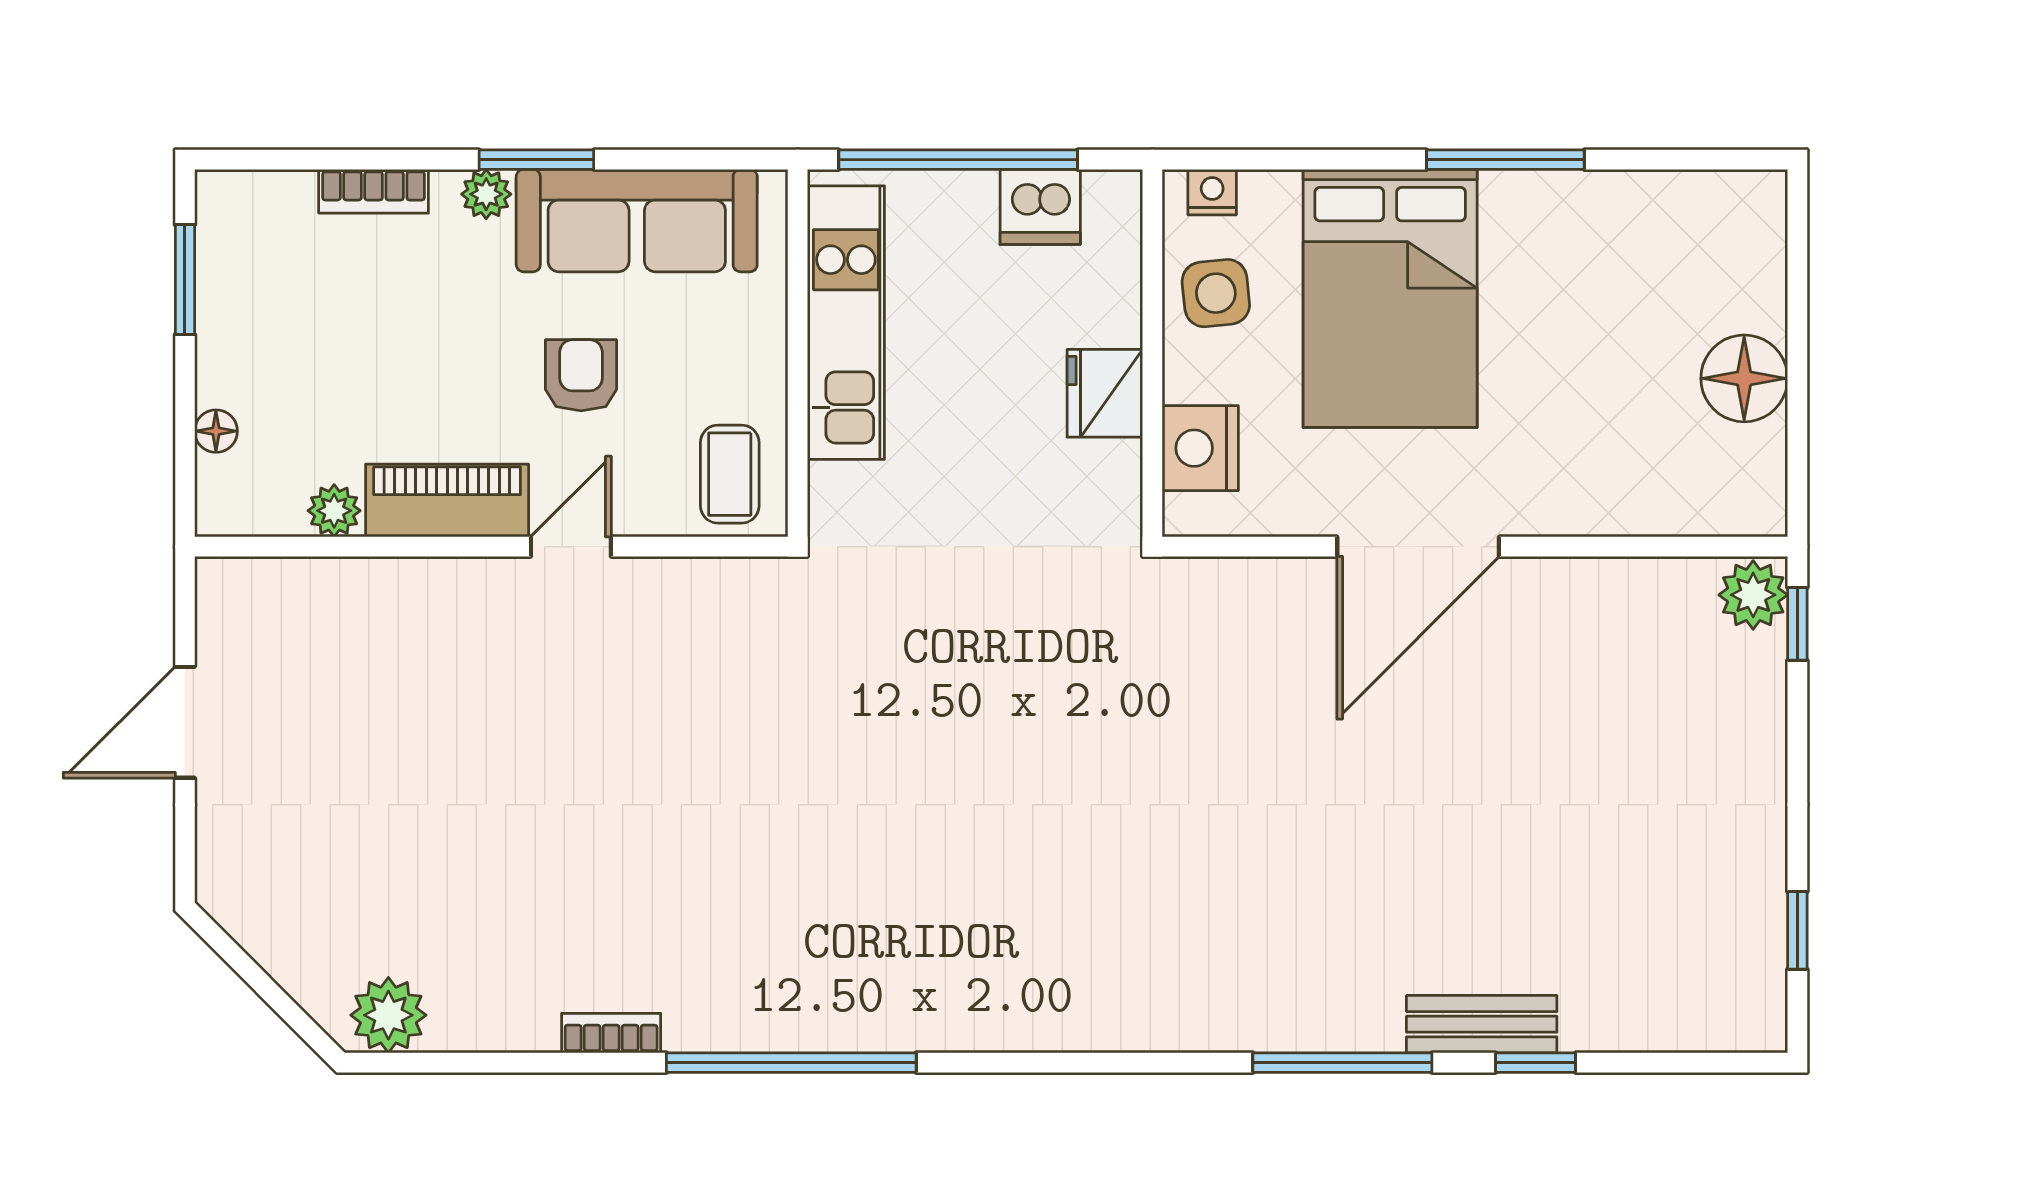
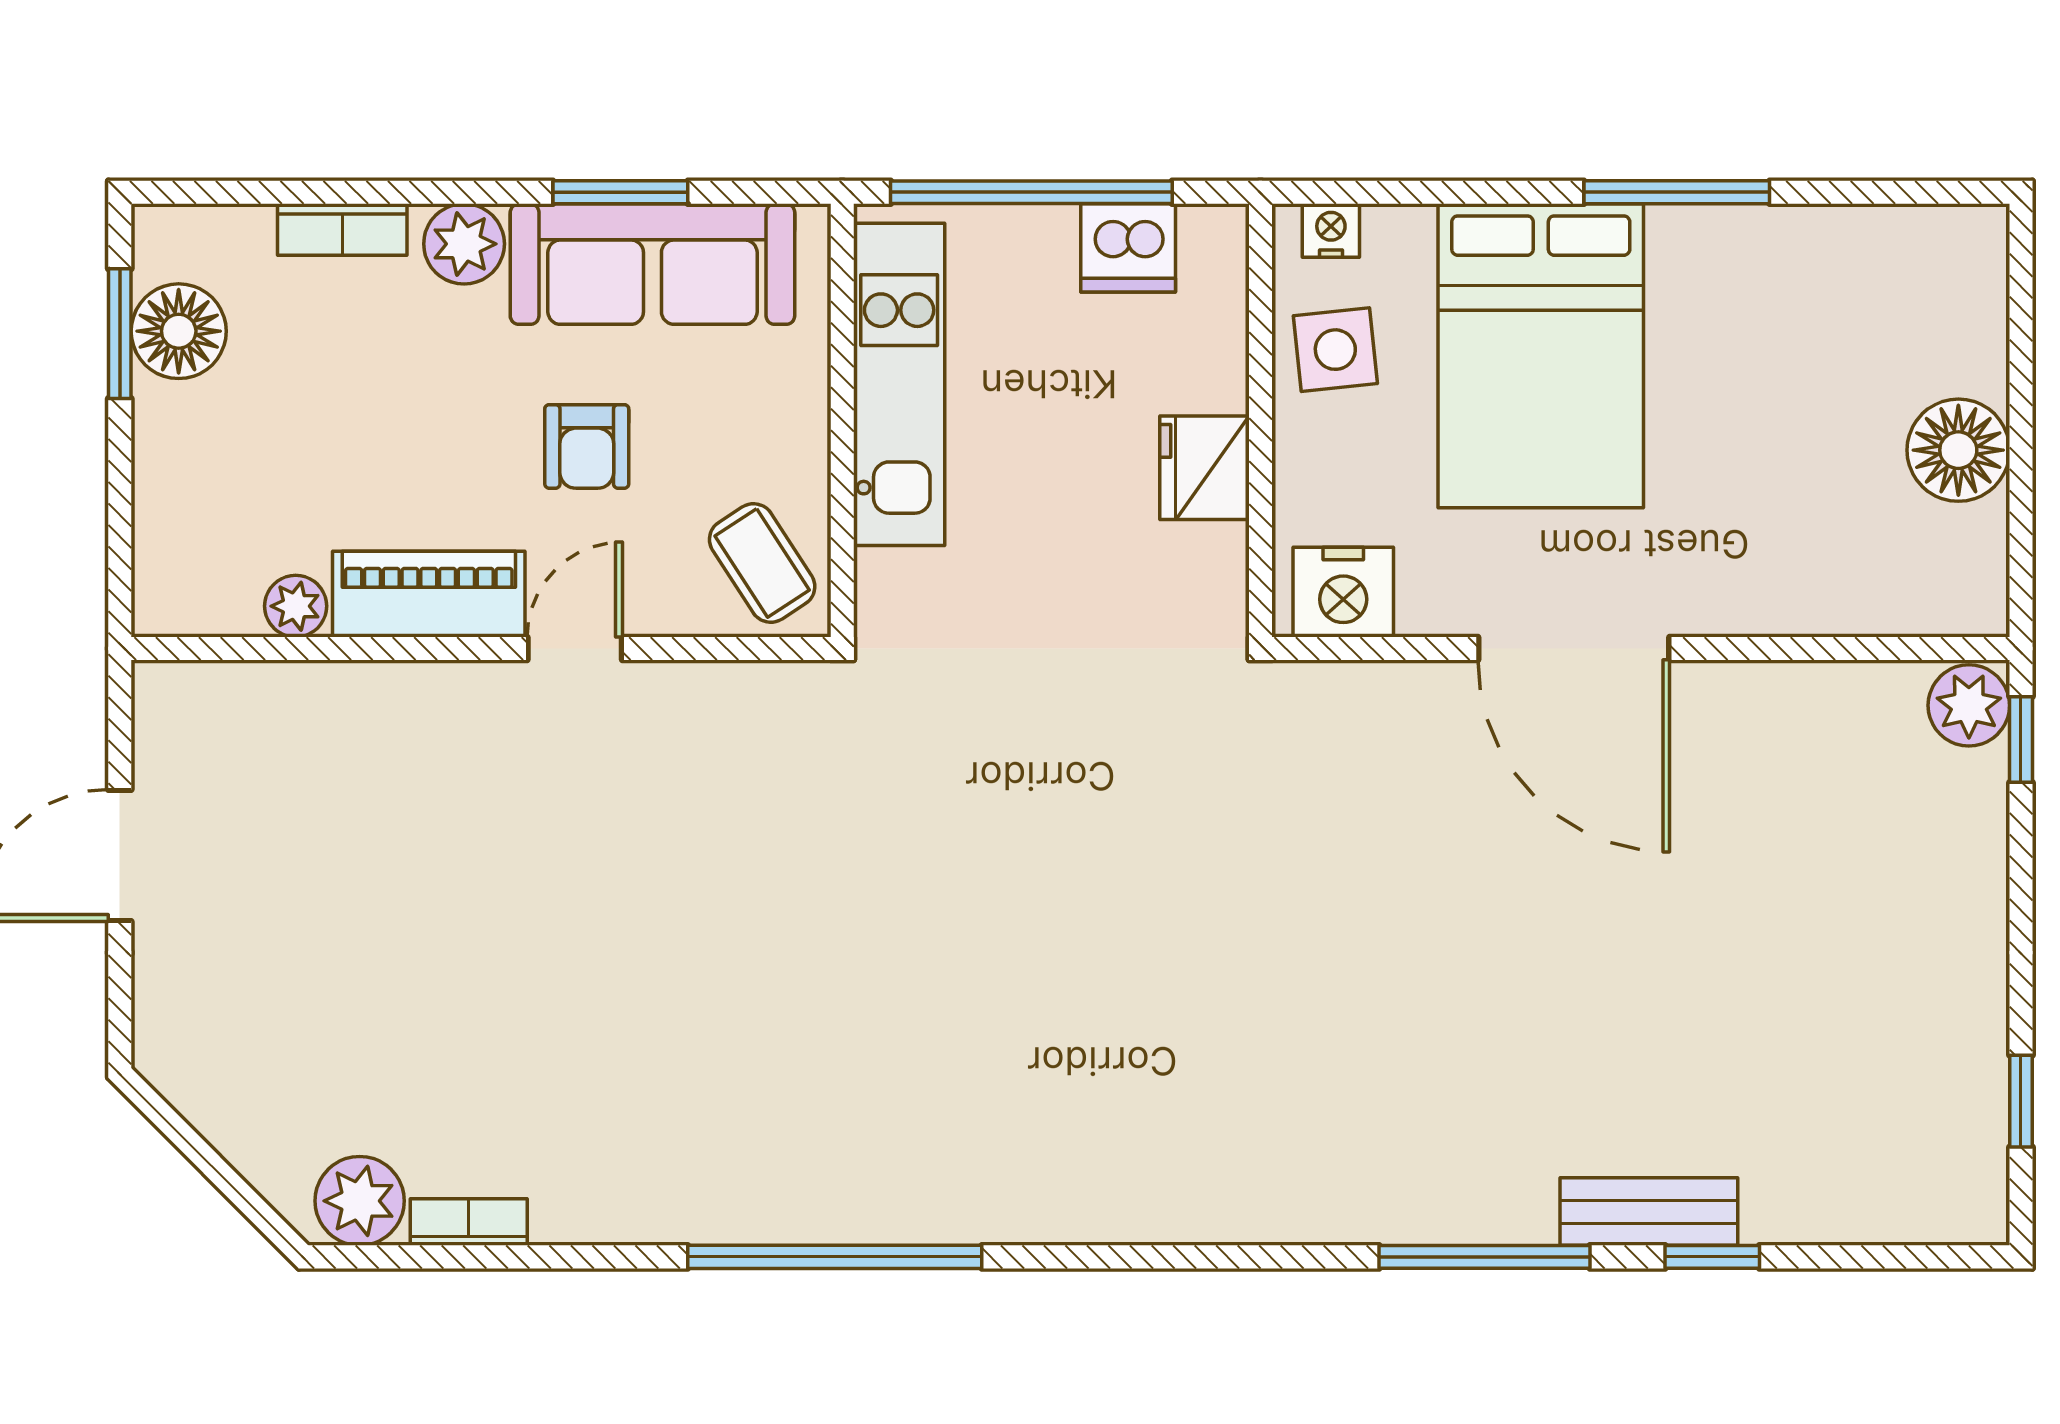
window: (536, 160) -> (620, 192), moved
plant: (486, 194) -> (464, 244), width x1.38, depth x1.38
armchair: (581, 375) -> (587, 446), turned 180
floor lamp: (216, 431) -> (179, 331), moved, width x1.89, depth x1.89
nightstand: (1200, 448) -> (1343, 592), moved, turned -90
coffee table: (730, 474) -> (762, 563), turned -33
door: (1418, 547) -> (1574, 649), hinge flipped
bookcase: (611, 1033) -> (469, 1222), moved

